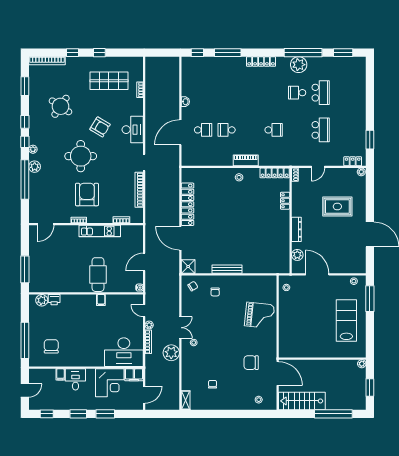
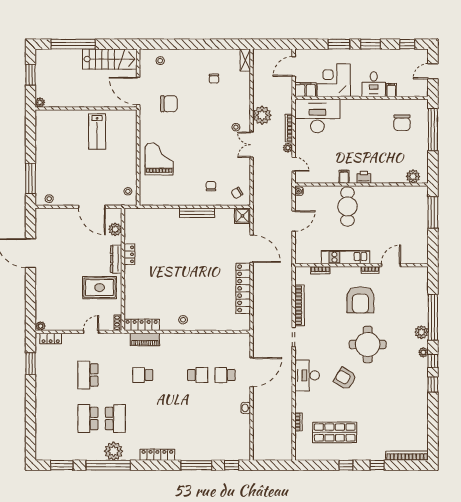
window: (25, 86) -> (433, 426), removed
school desk: (297, 93) -> (115, 418), width x1.85
round table: (60, 106) -> (391, 403), removed
piano: (246, 160) -> (145, 339), moved
locker: (285, 201) -> (129, 254), moved
rug: (337, 207) -> (100, 288), moved
door: (46, 224) -> (391, 265), moved
printer: (54, 300) -> (364, 177), moved
grand piano: (260, 315) -> (159, 159), turned 84
lab bench: (346, 320) -> (97, 131), moved, width x0.73, depth x0.72

